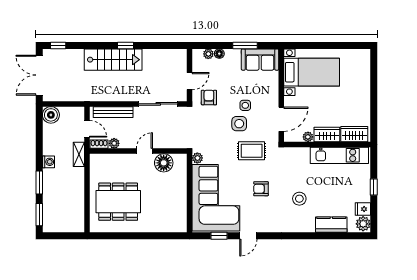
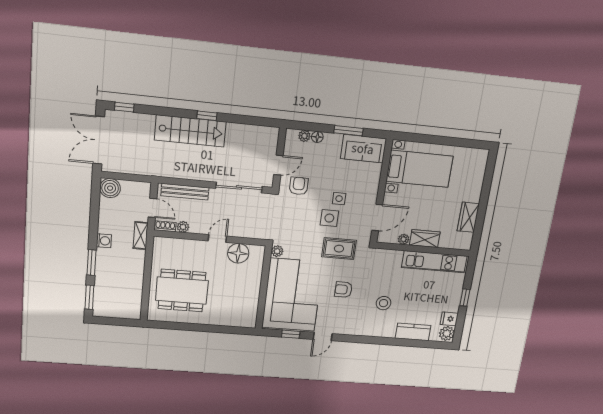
wardrobe: (354, 134) -> (468, 217), moved, turned -90

